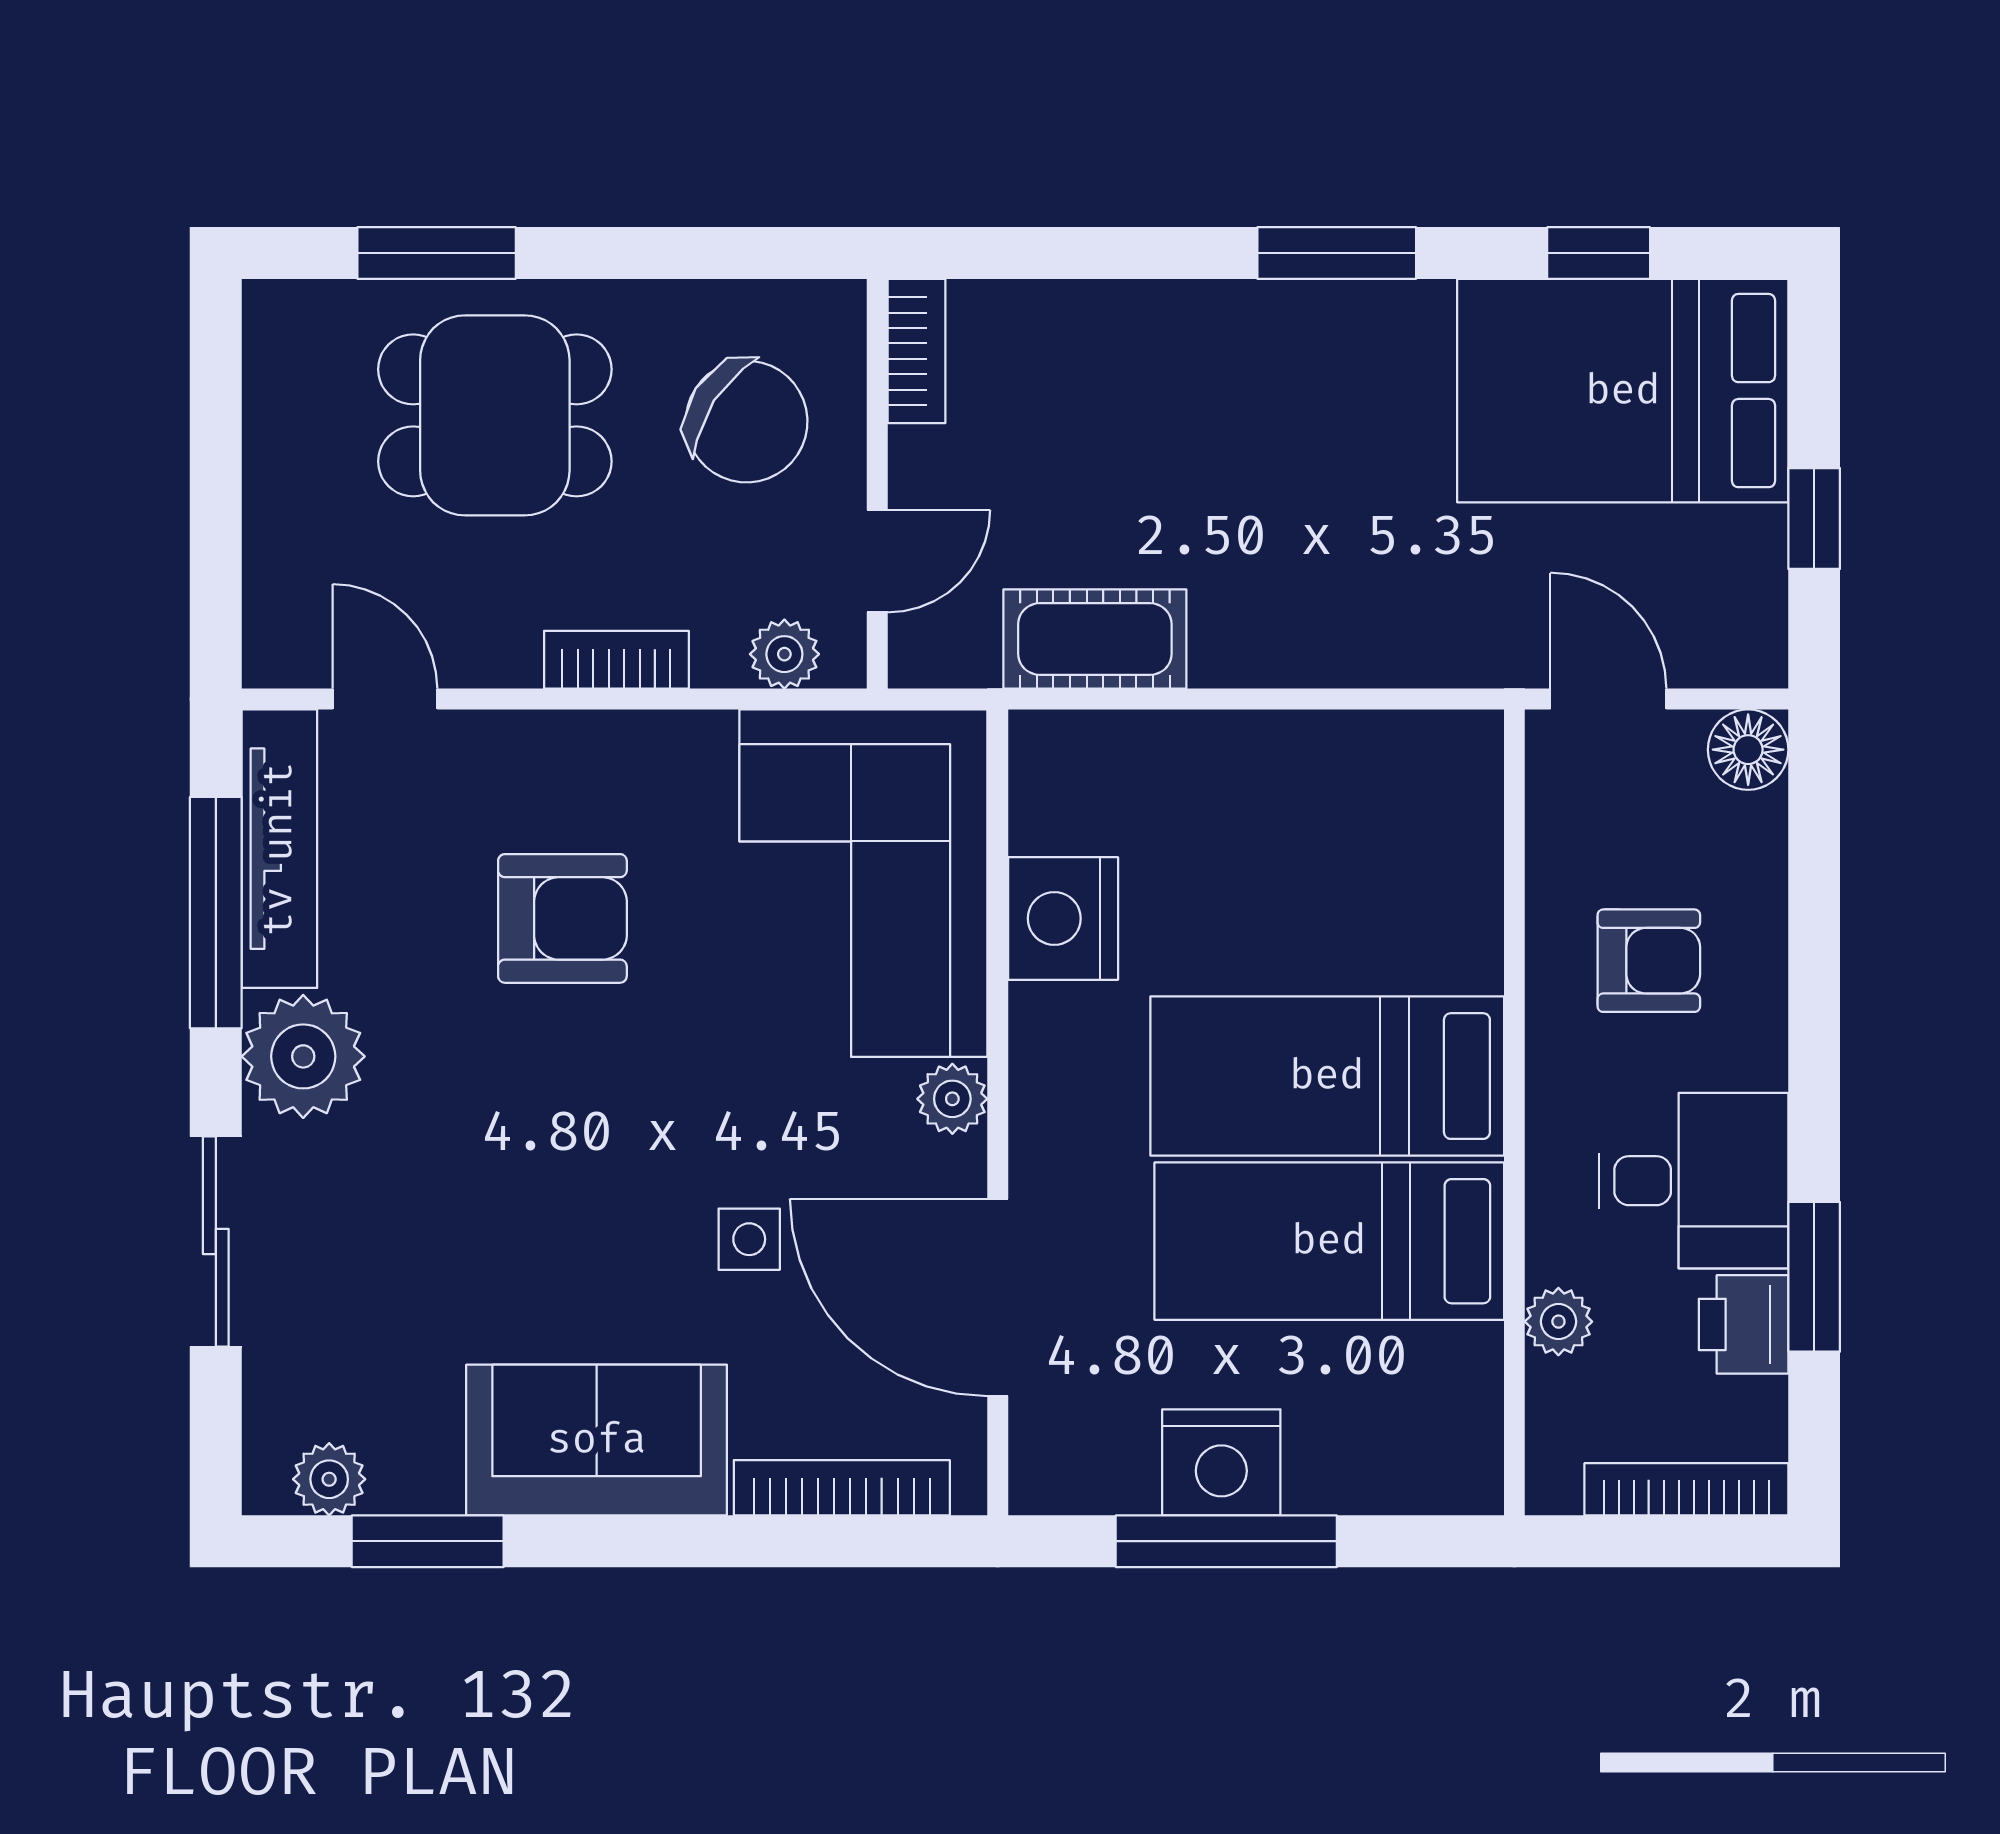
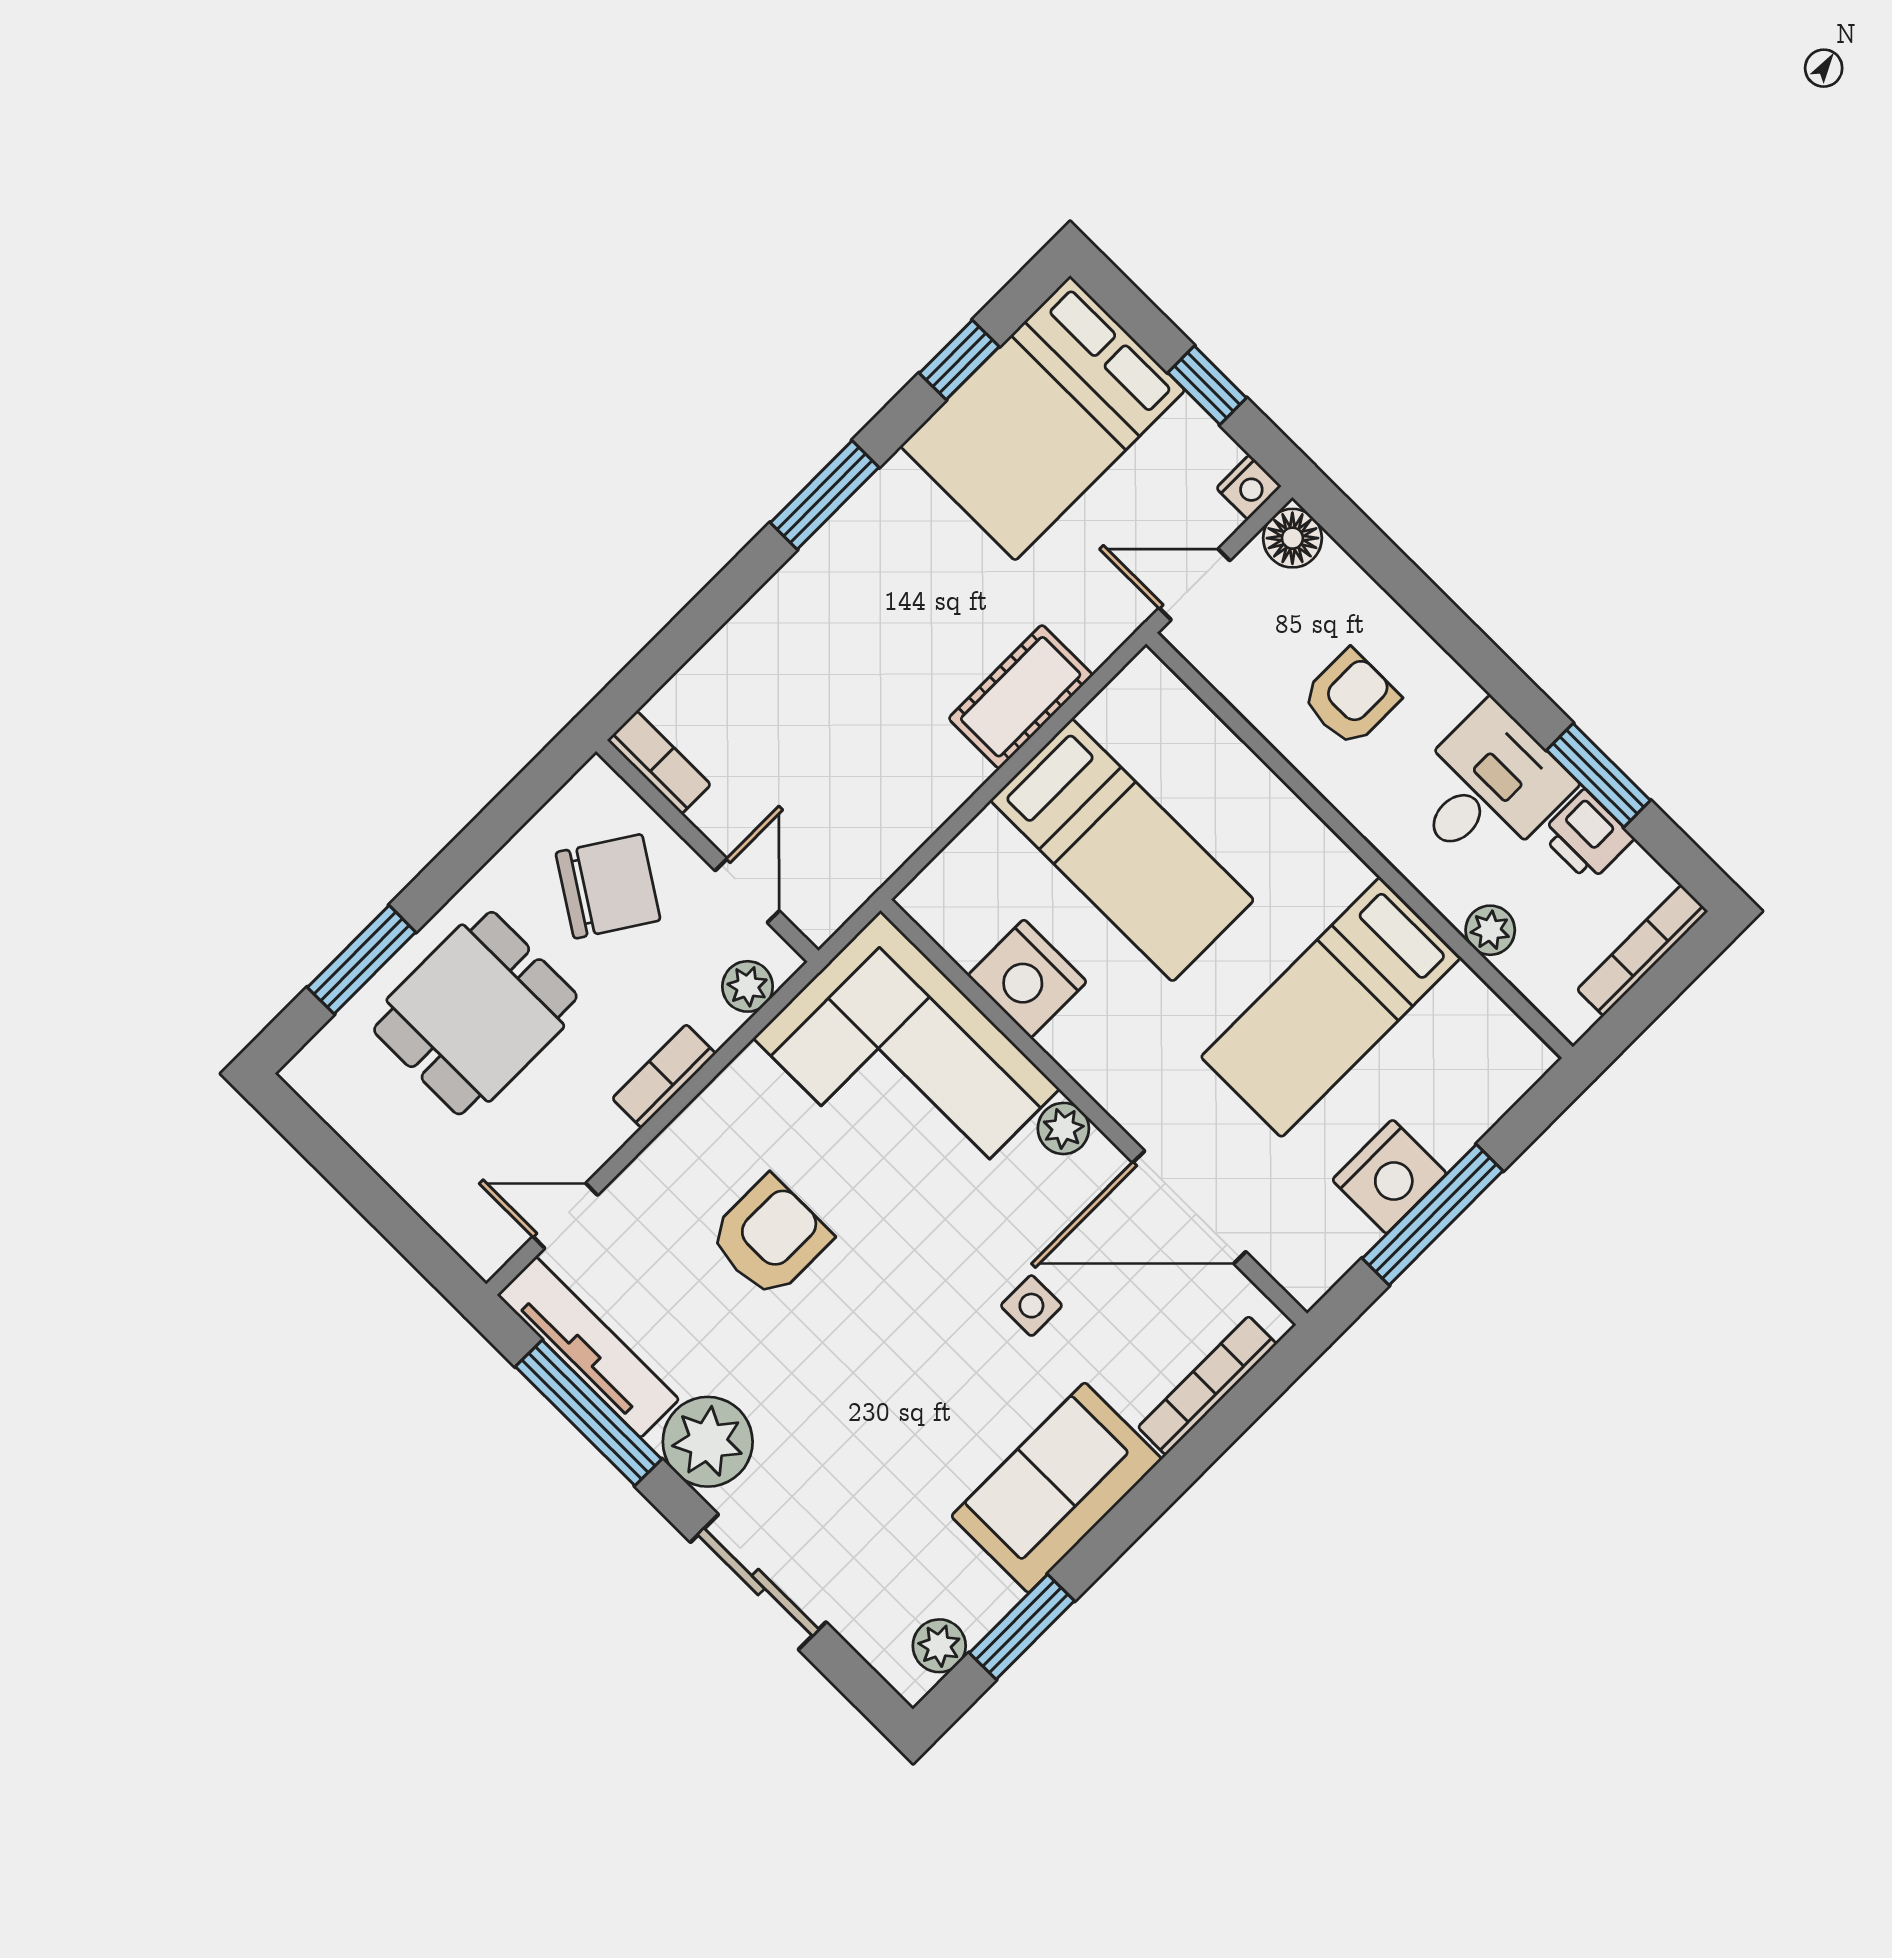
cot: (1095, 639) -> (1021, 697), moved
nightstand: (1755, 658) -> (1249, 487), added
bed: (1327, 1076) -> (1122, 850), moved, turned -90

